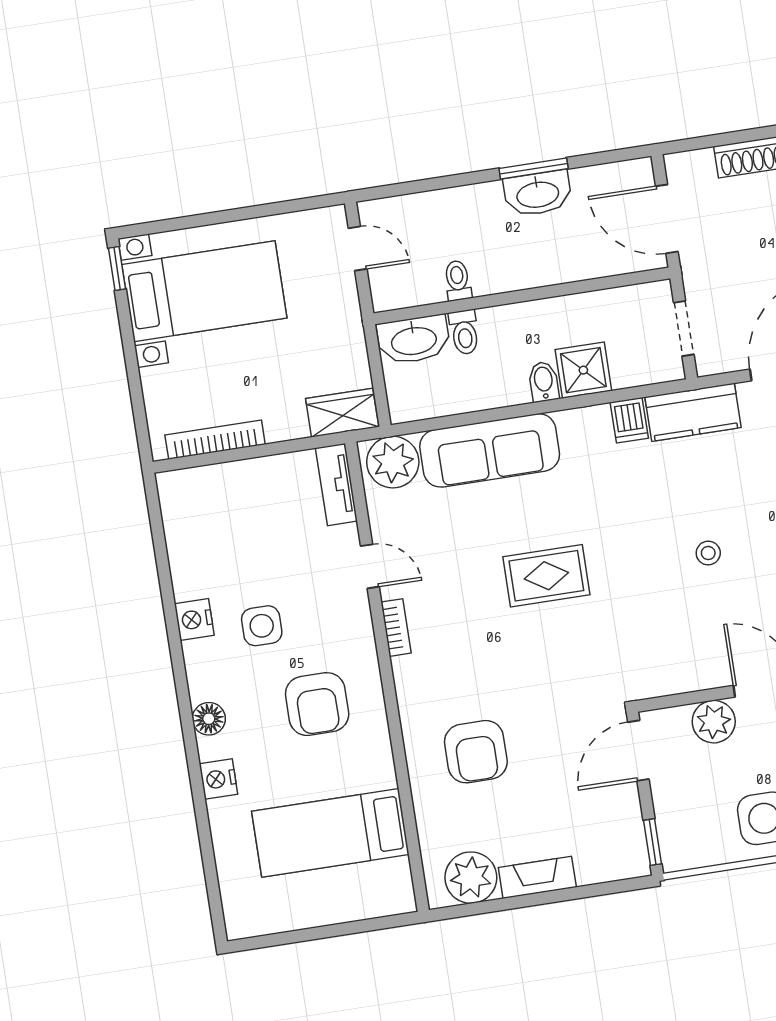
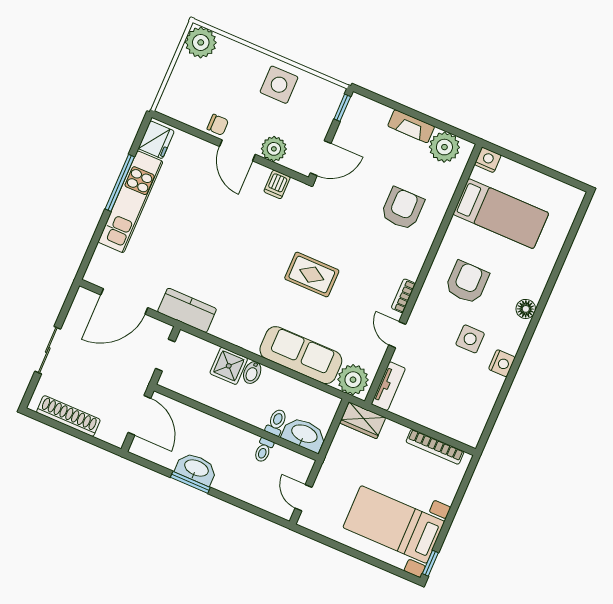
dishwasher: (629, 420) -> (277, 184), moved, turned 180
stool: (708, 553) -> (224, 235), removed
nightstand: (218, 779) -> (488, 160), moved, turned -90

